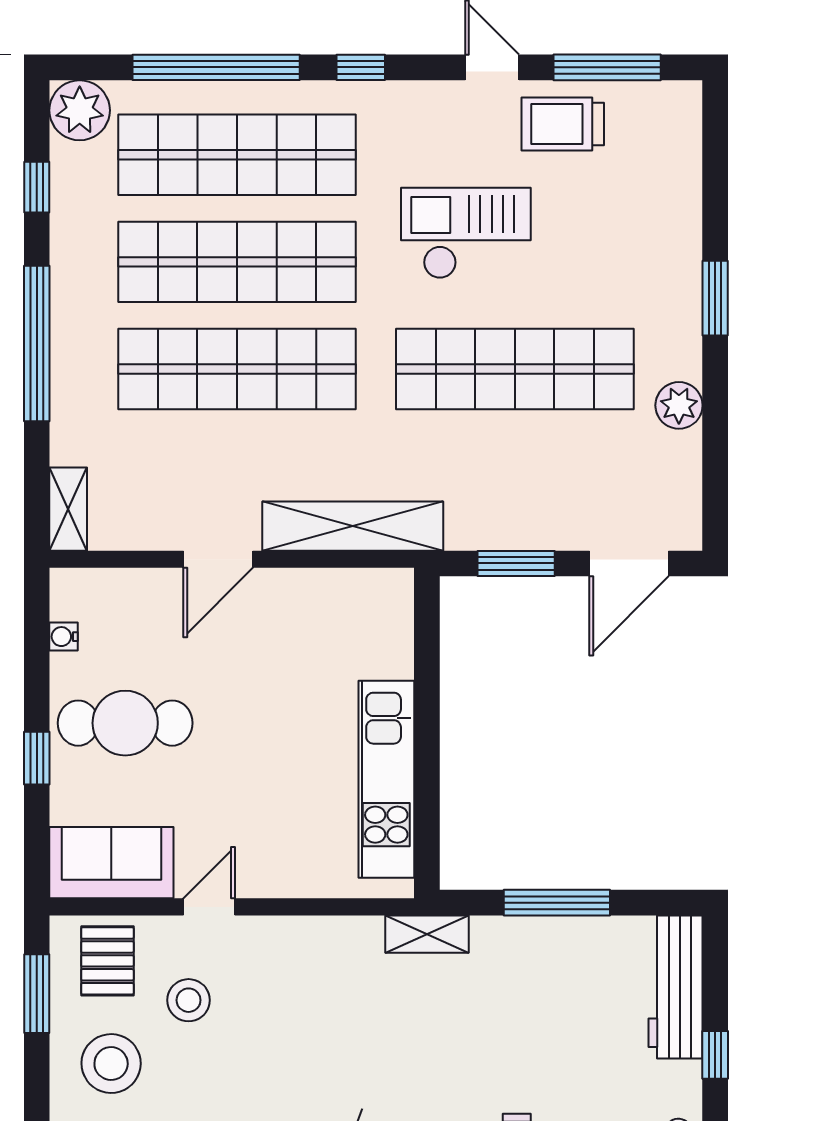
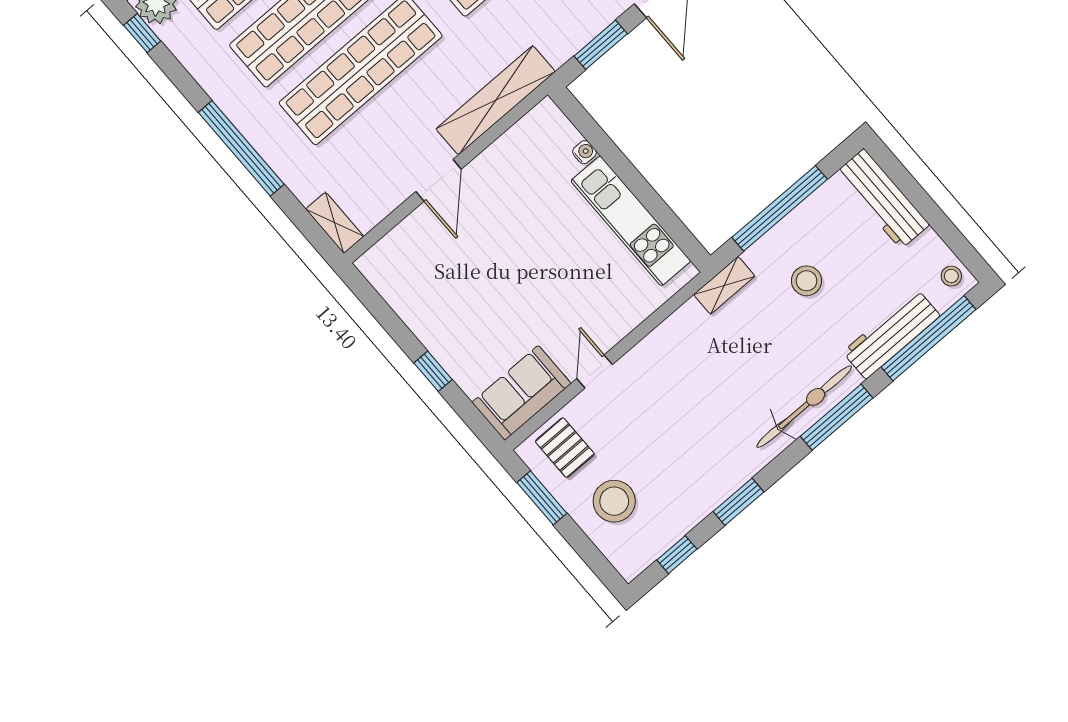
window: (37, 187) -> (142, 33), moved
water cooler: (64, 637) -> (584, 152), moved, turned 180
cafe table: (125, 723) -> (464, 311), removed
window: (557, 903) -> (780, 208), width x1.46
stool: (189, 1000) -> (807, 281), moved
window: (715, 1055) -> (935, 217), removed

